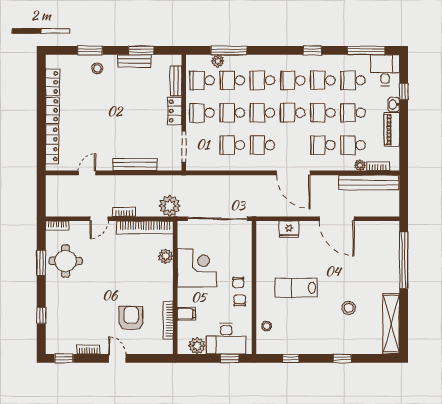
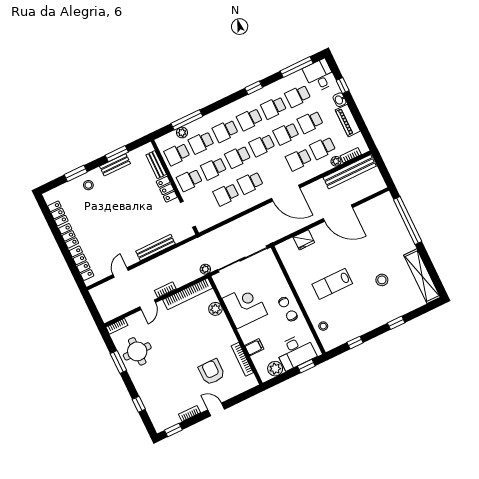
plant: (170, 206) -> (205, 269), width x0.53, depth x0.53

